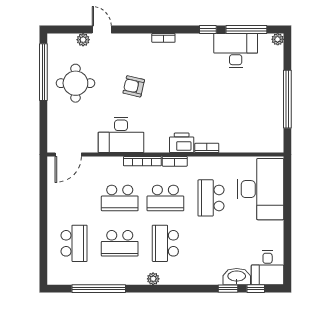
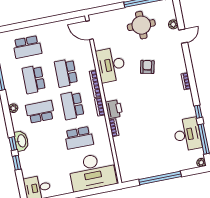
school desk: (211, 198) -> (79, 138), turned 180
washbasin: (237, 277) -> (21, 141), moved
window: (256, 289) -> (13, 144), moved

